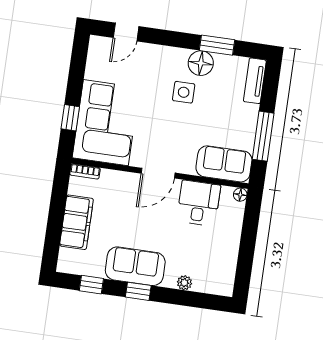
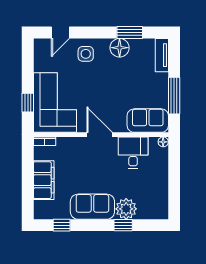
side table: (184, 92) -> (86, 54), moved
door: (158, 173) -> (100, 135), swing flipped
plant: (184, 283) -> (126, 209), width x1.87, depth x1.87
window: (138, 291) -> (123, 225), moved

